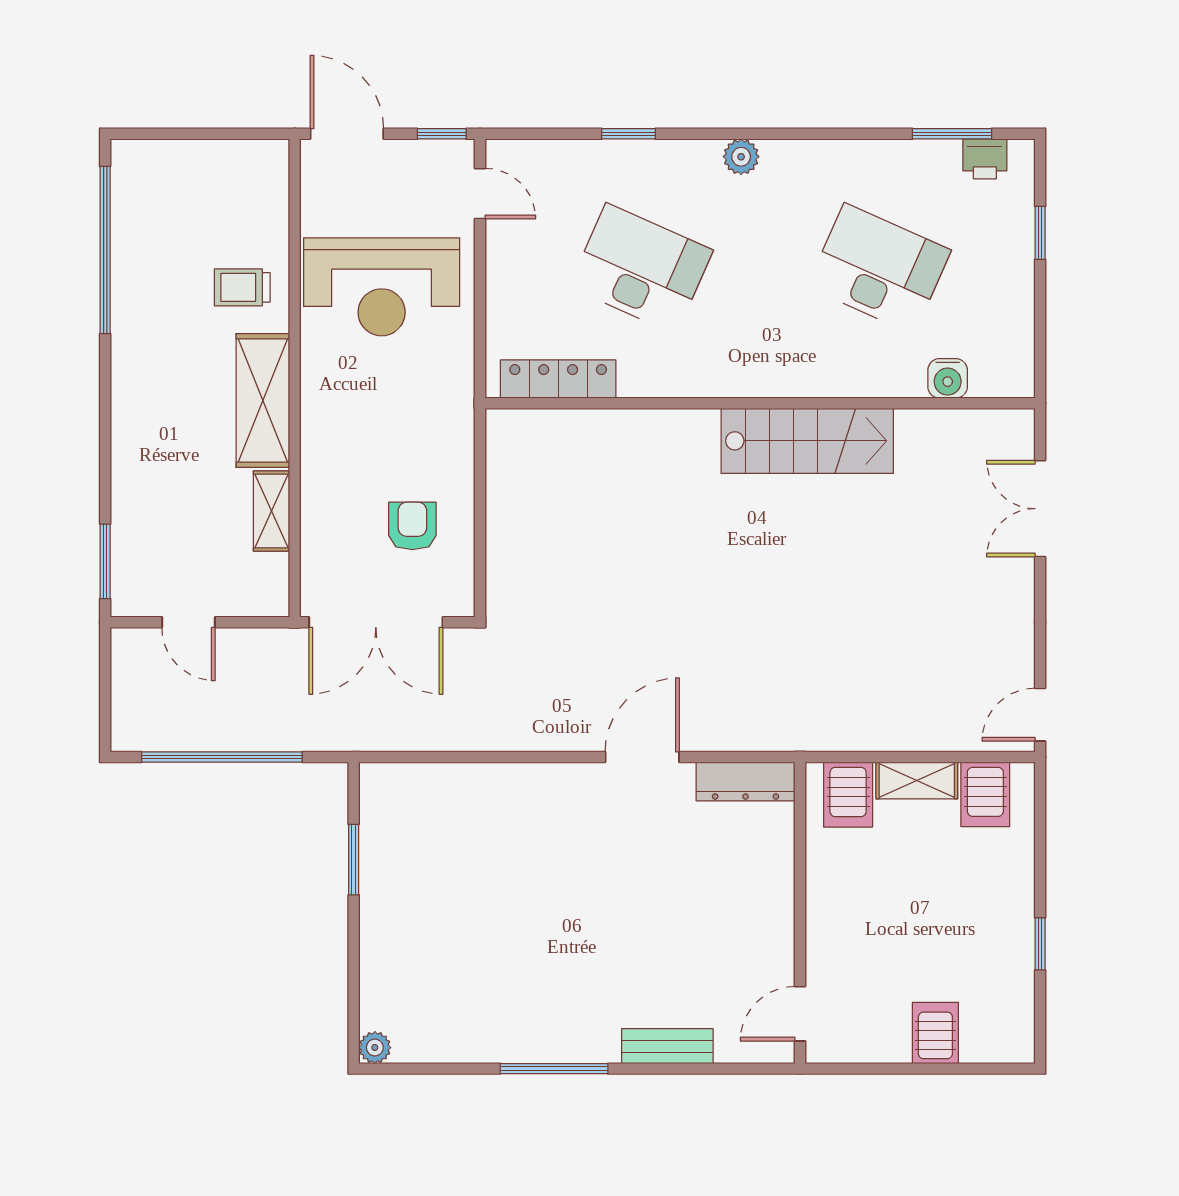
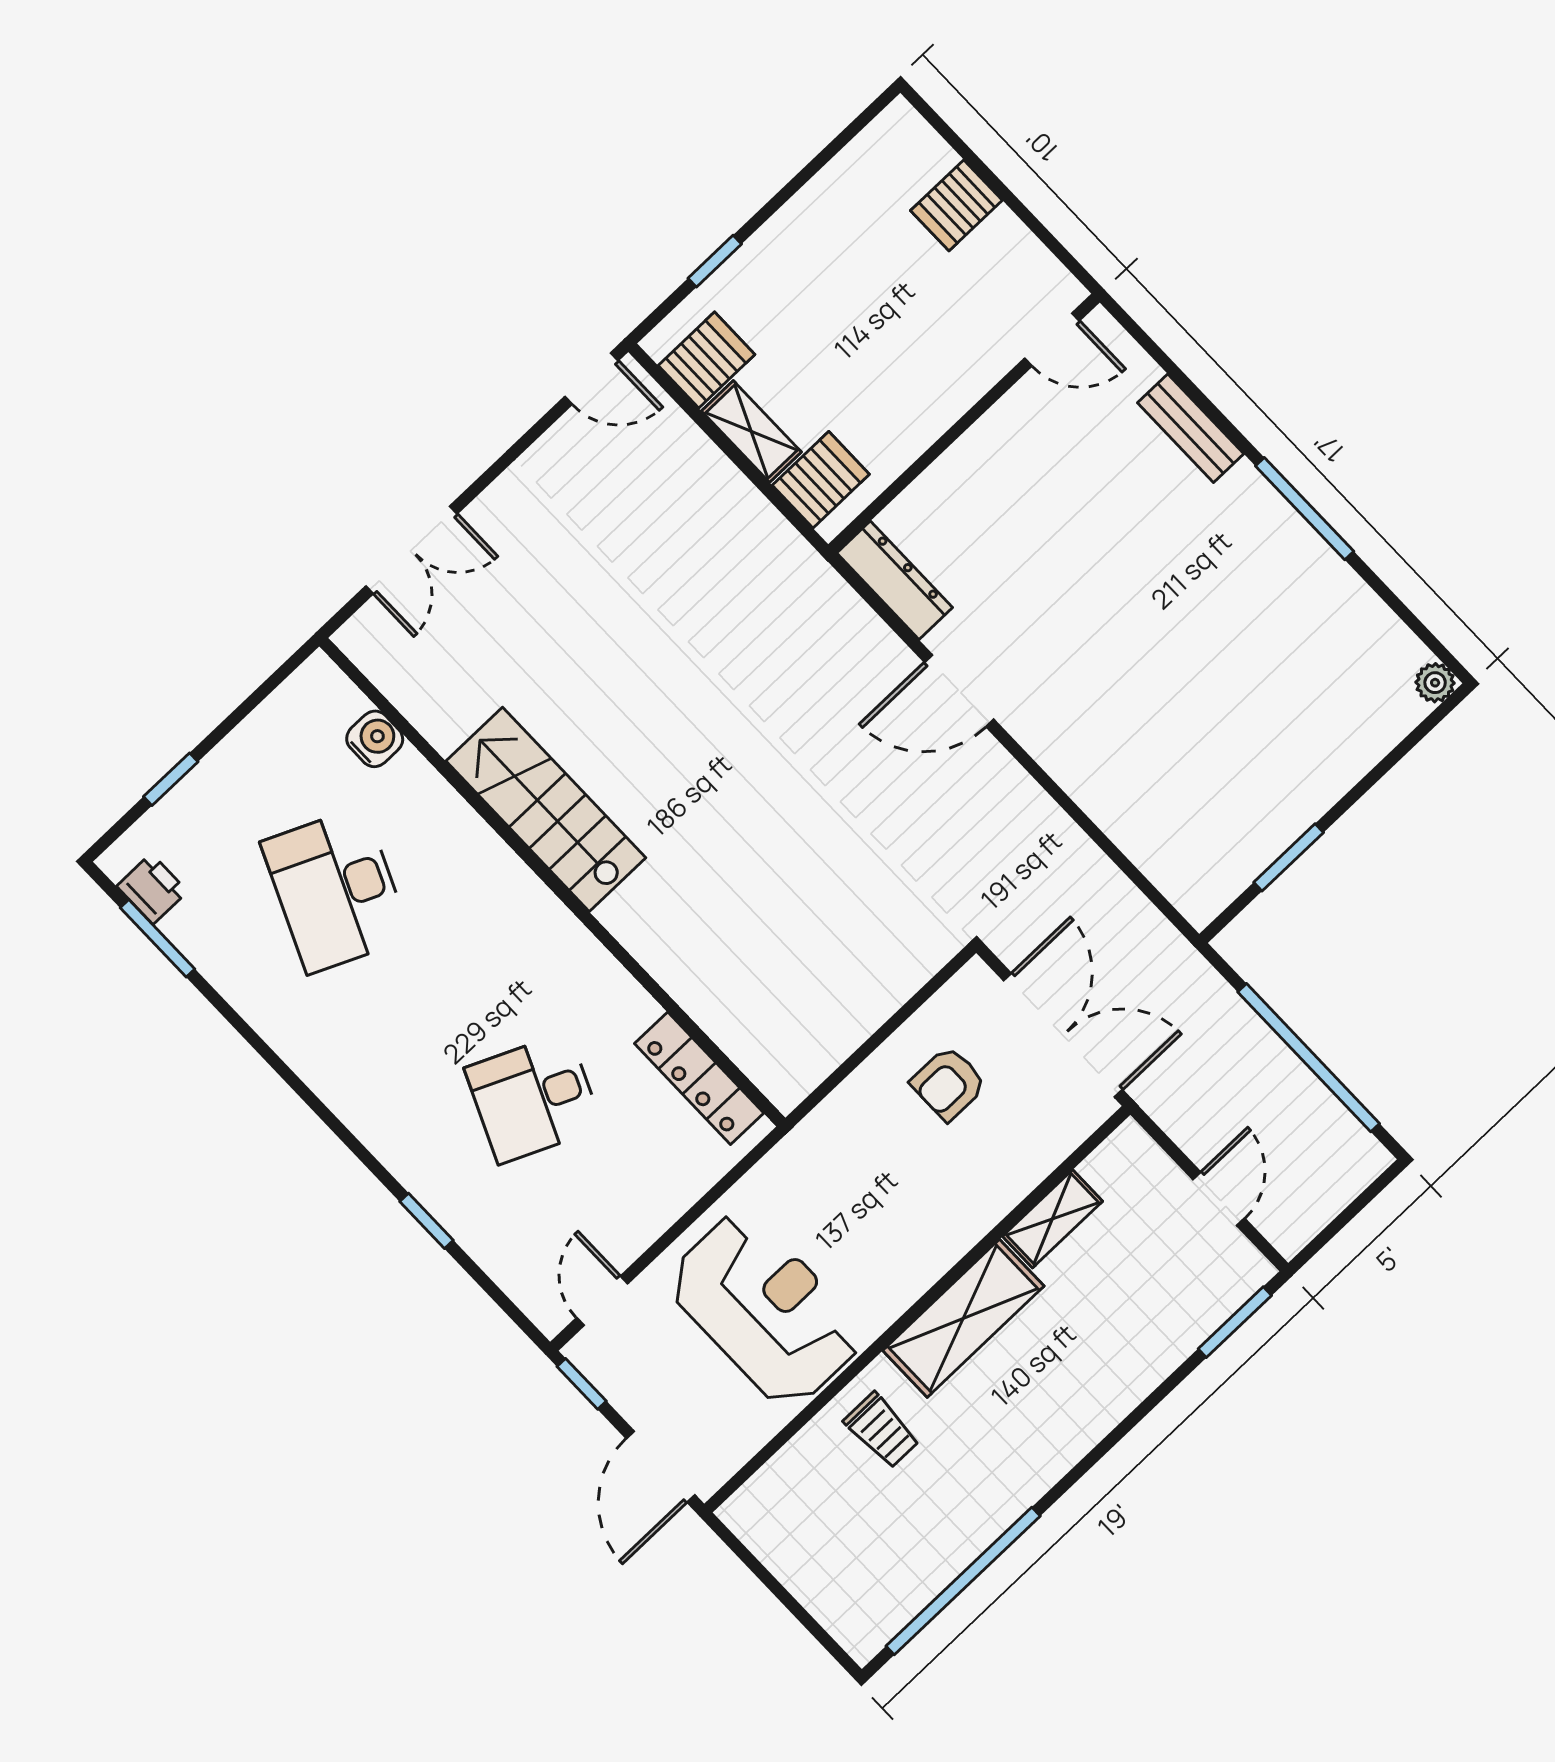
plant: (741, 157) -> (353, 1103), removed
desk: (641, 269) -> (534, 1098), width x0.73
window: (1040, 944) -> (715, 261), moved

